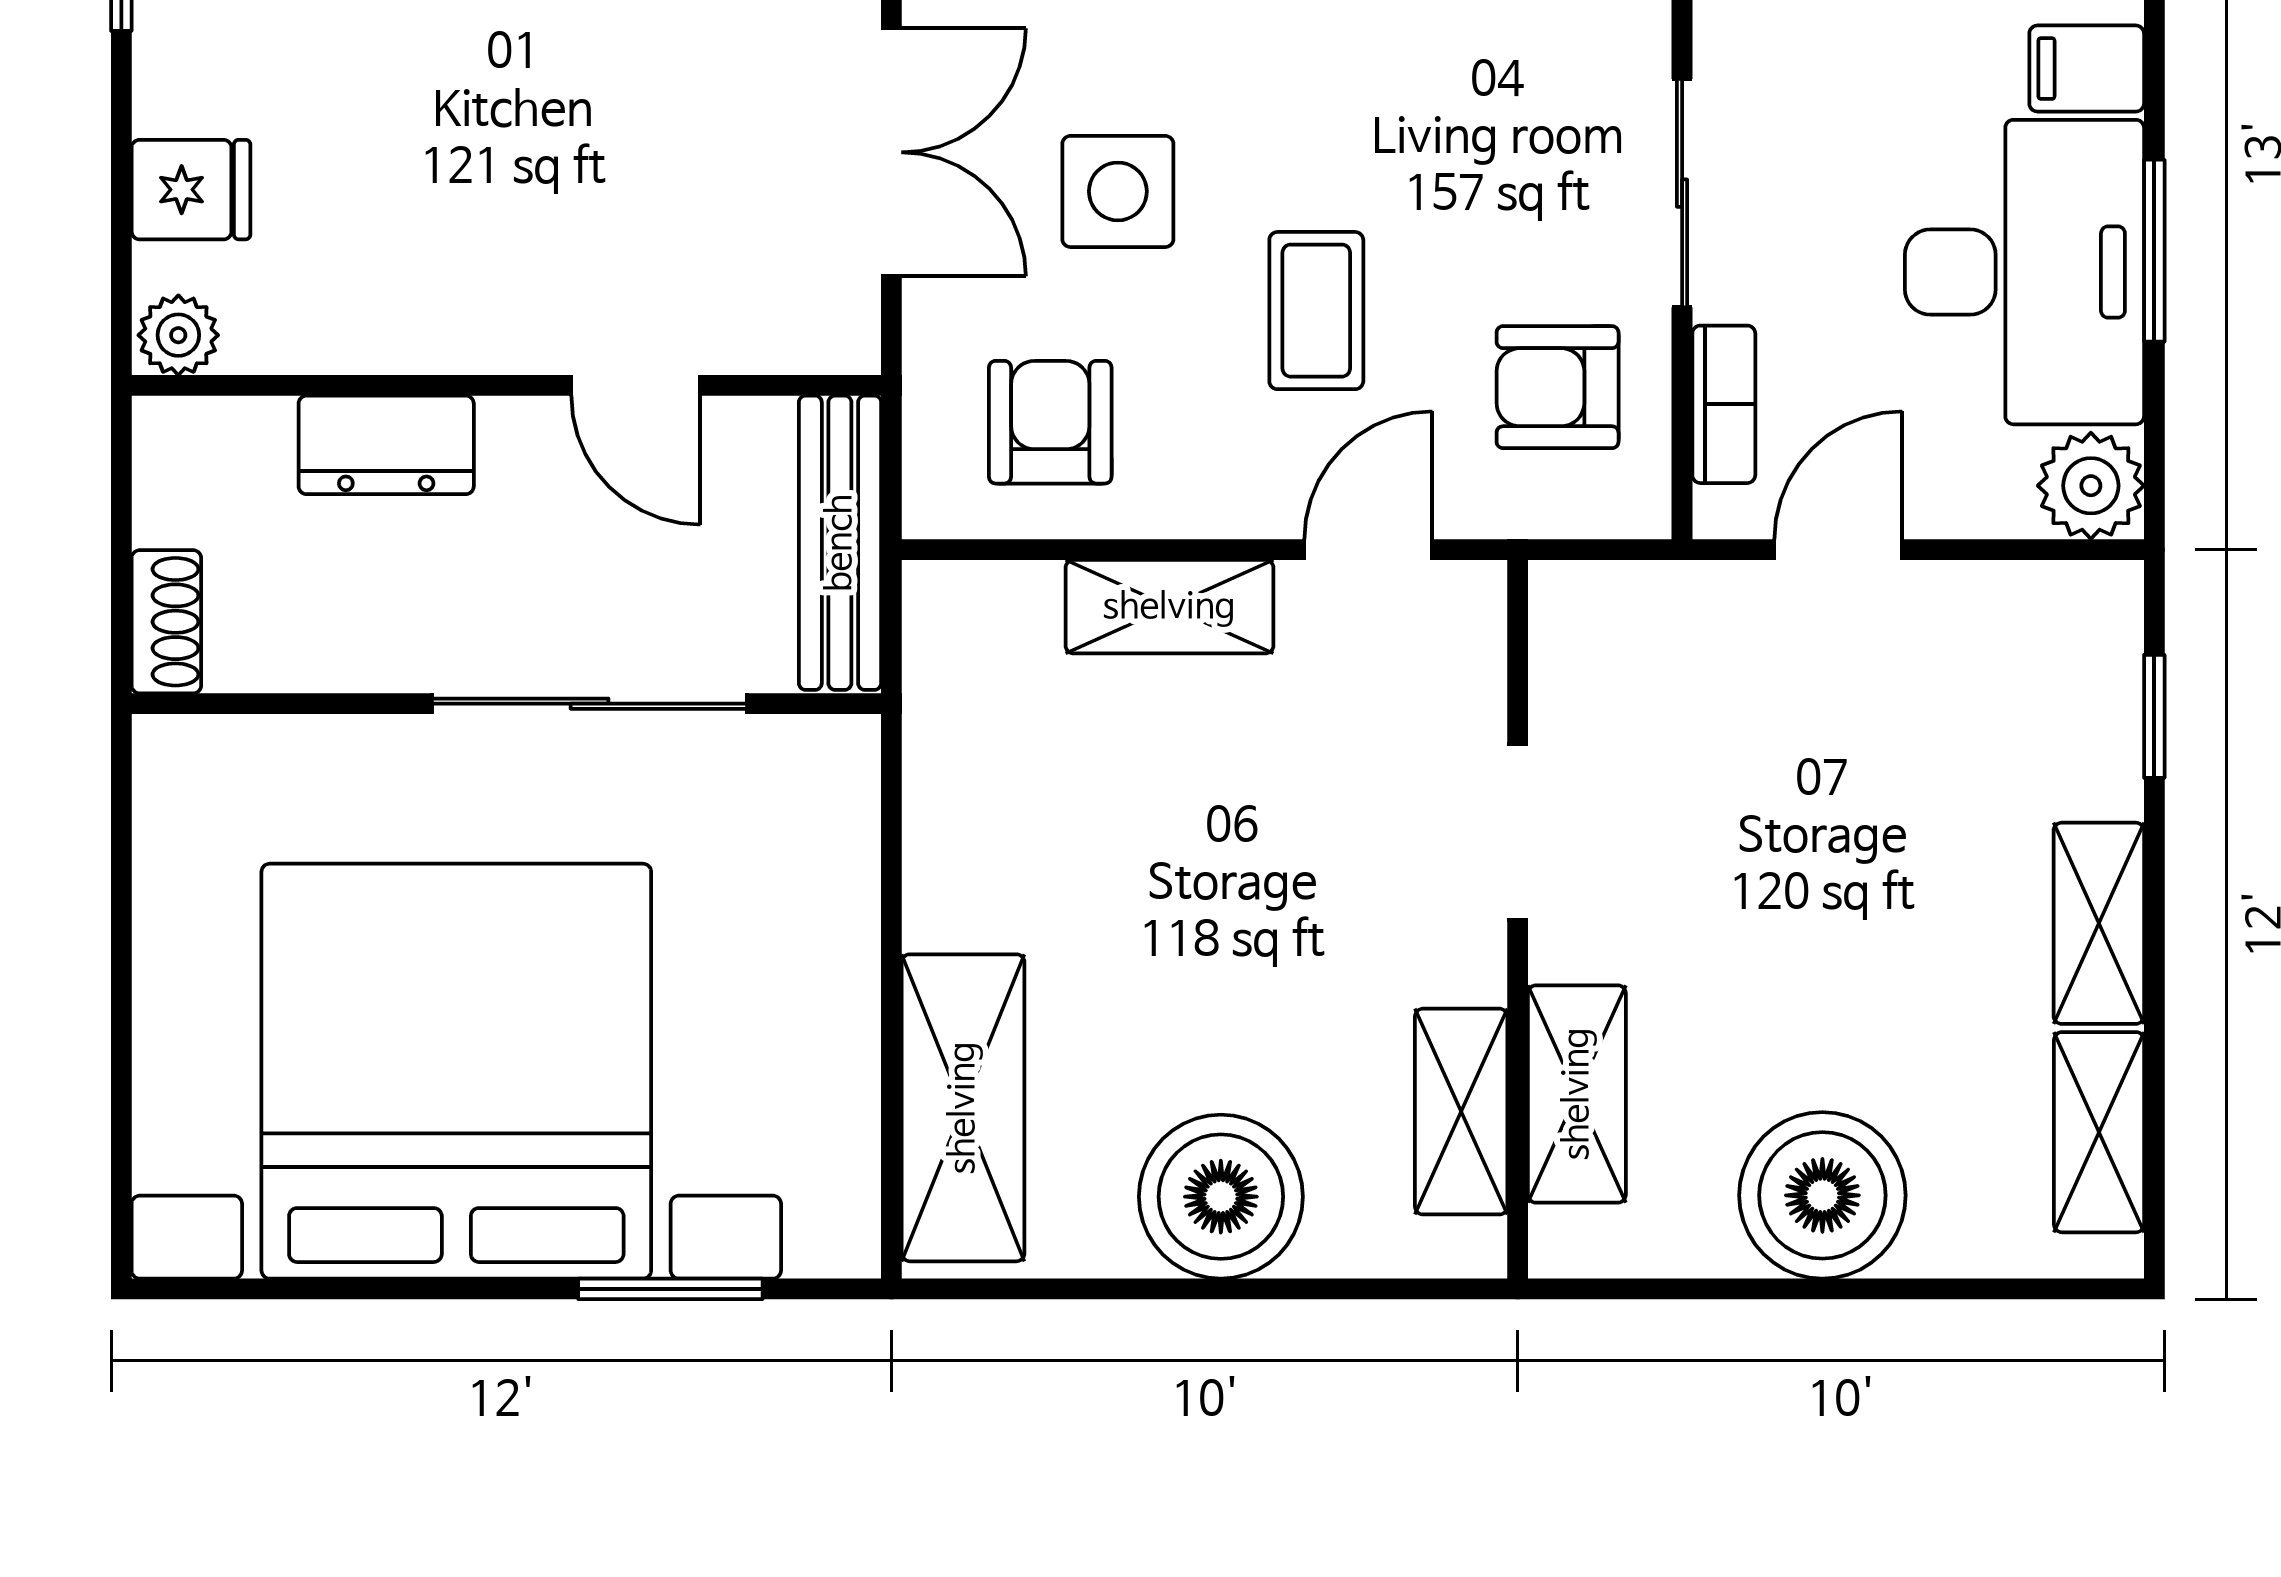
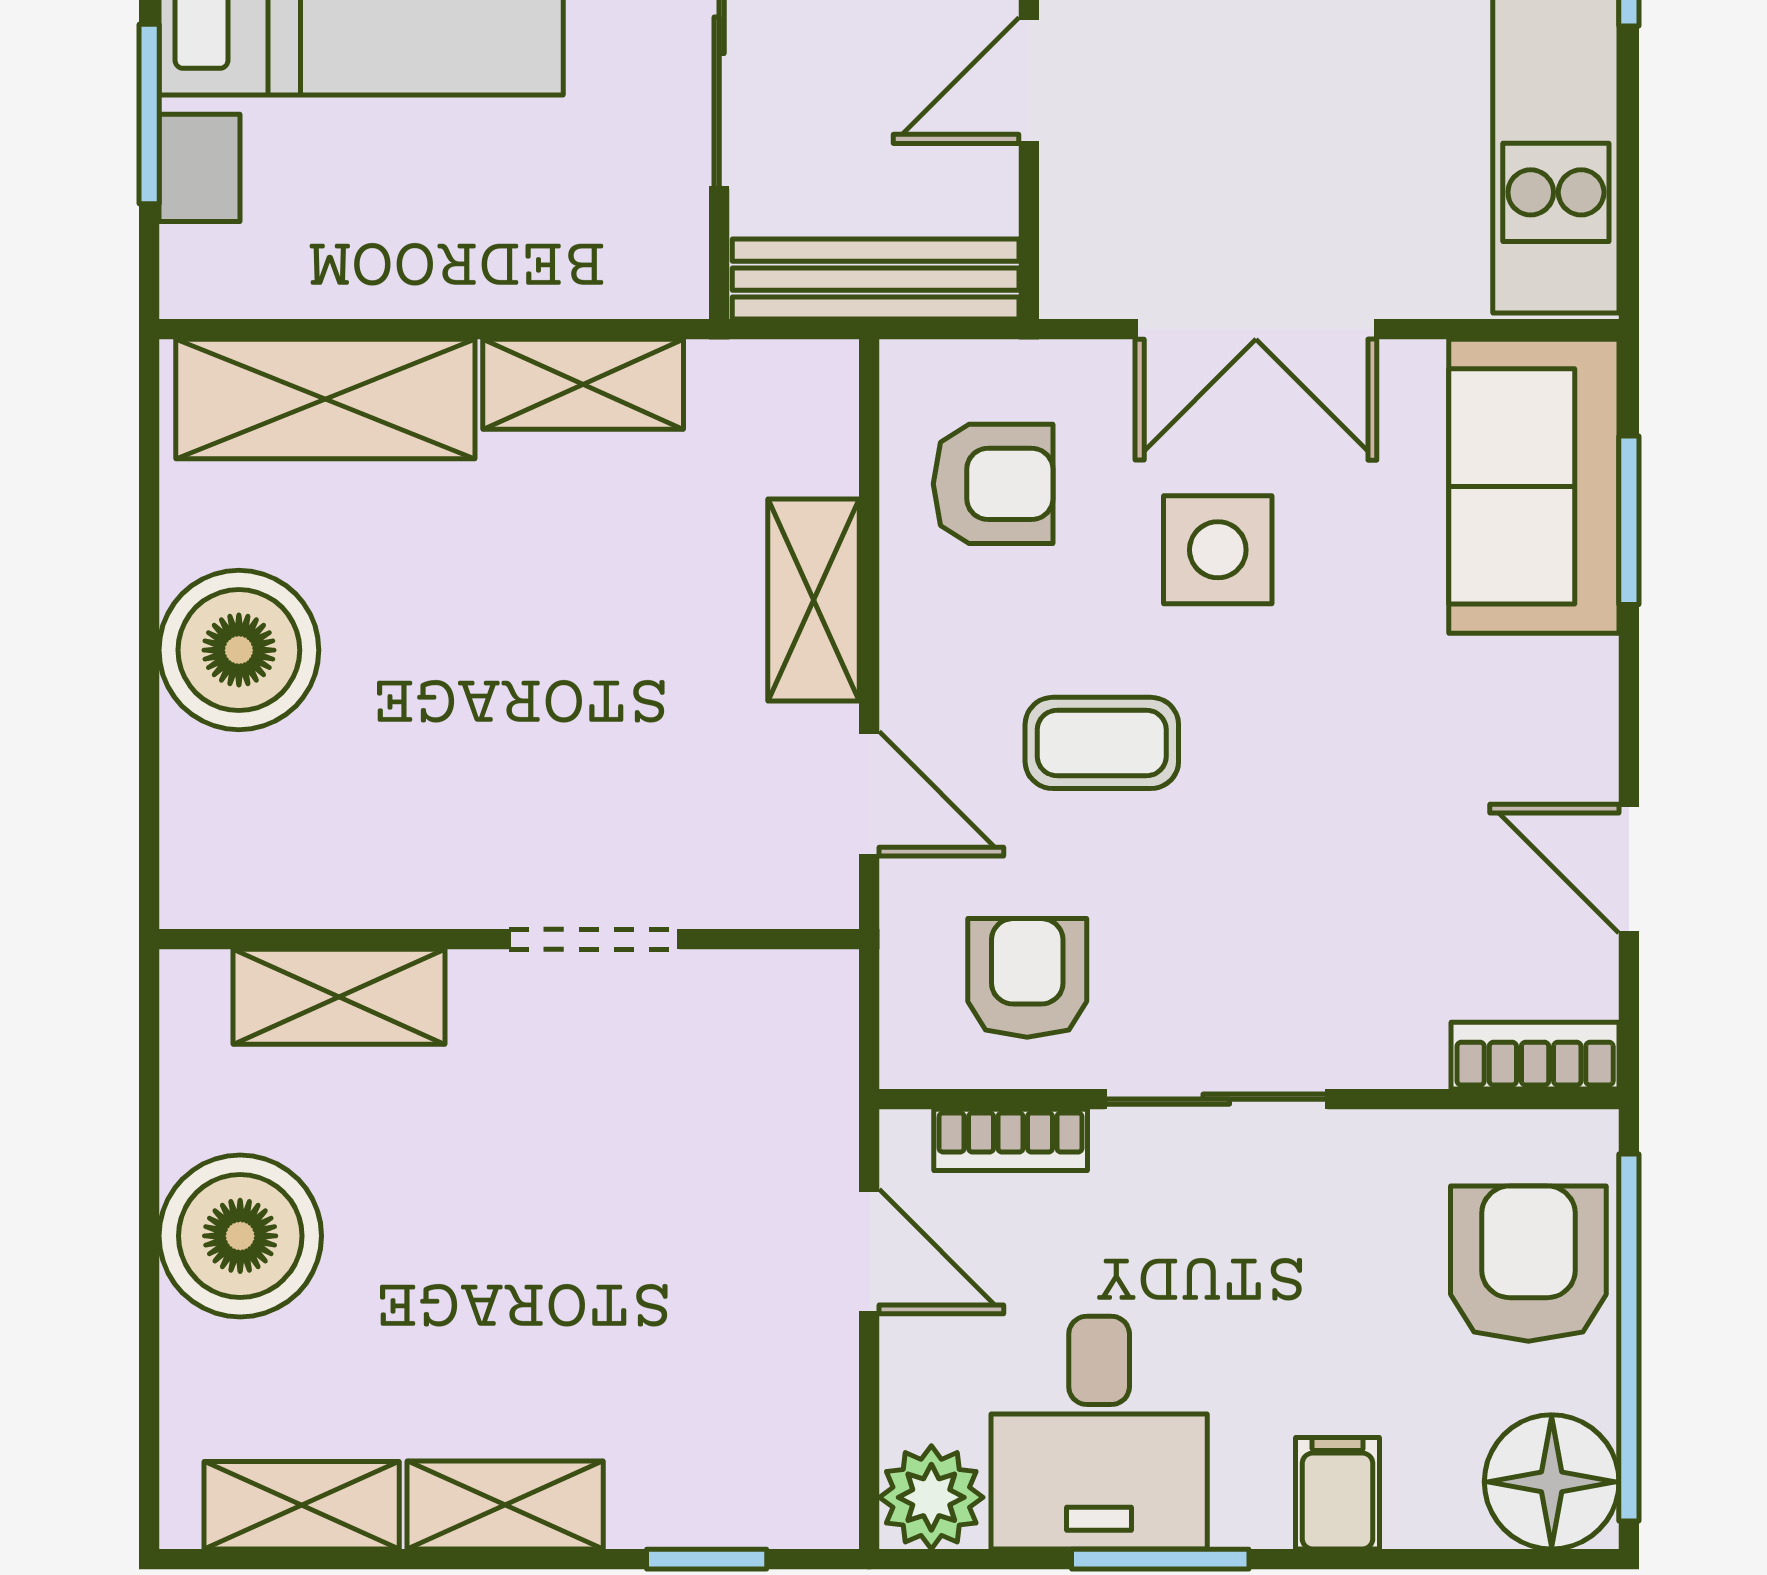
desk: (2024, 272) -> (1099, 1433), width x0.73
shelving: (1461, 1112) -> (583, 384), moved

